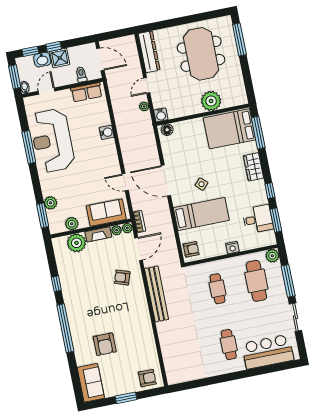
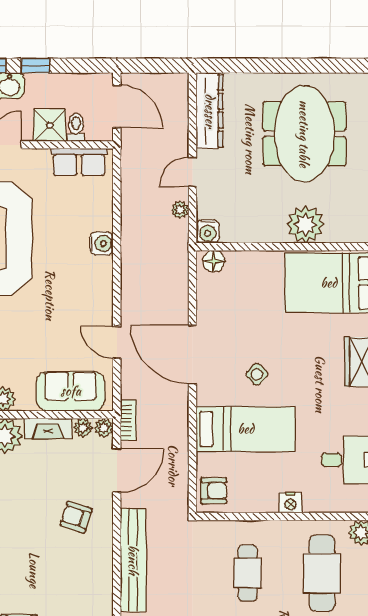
shower: (60, 58) -> (49, 125), moved

